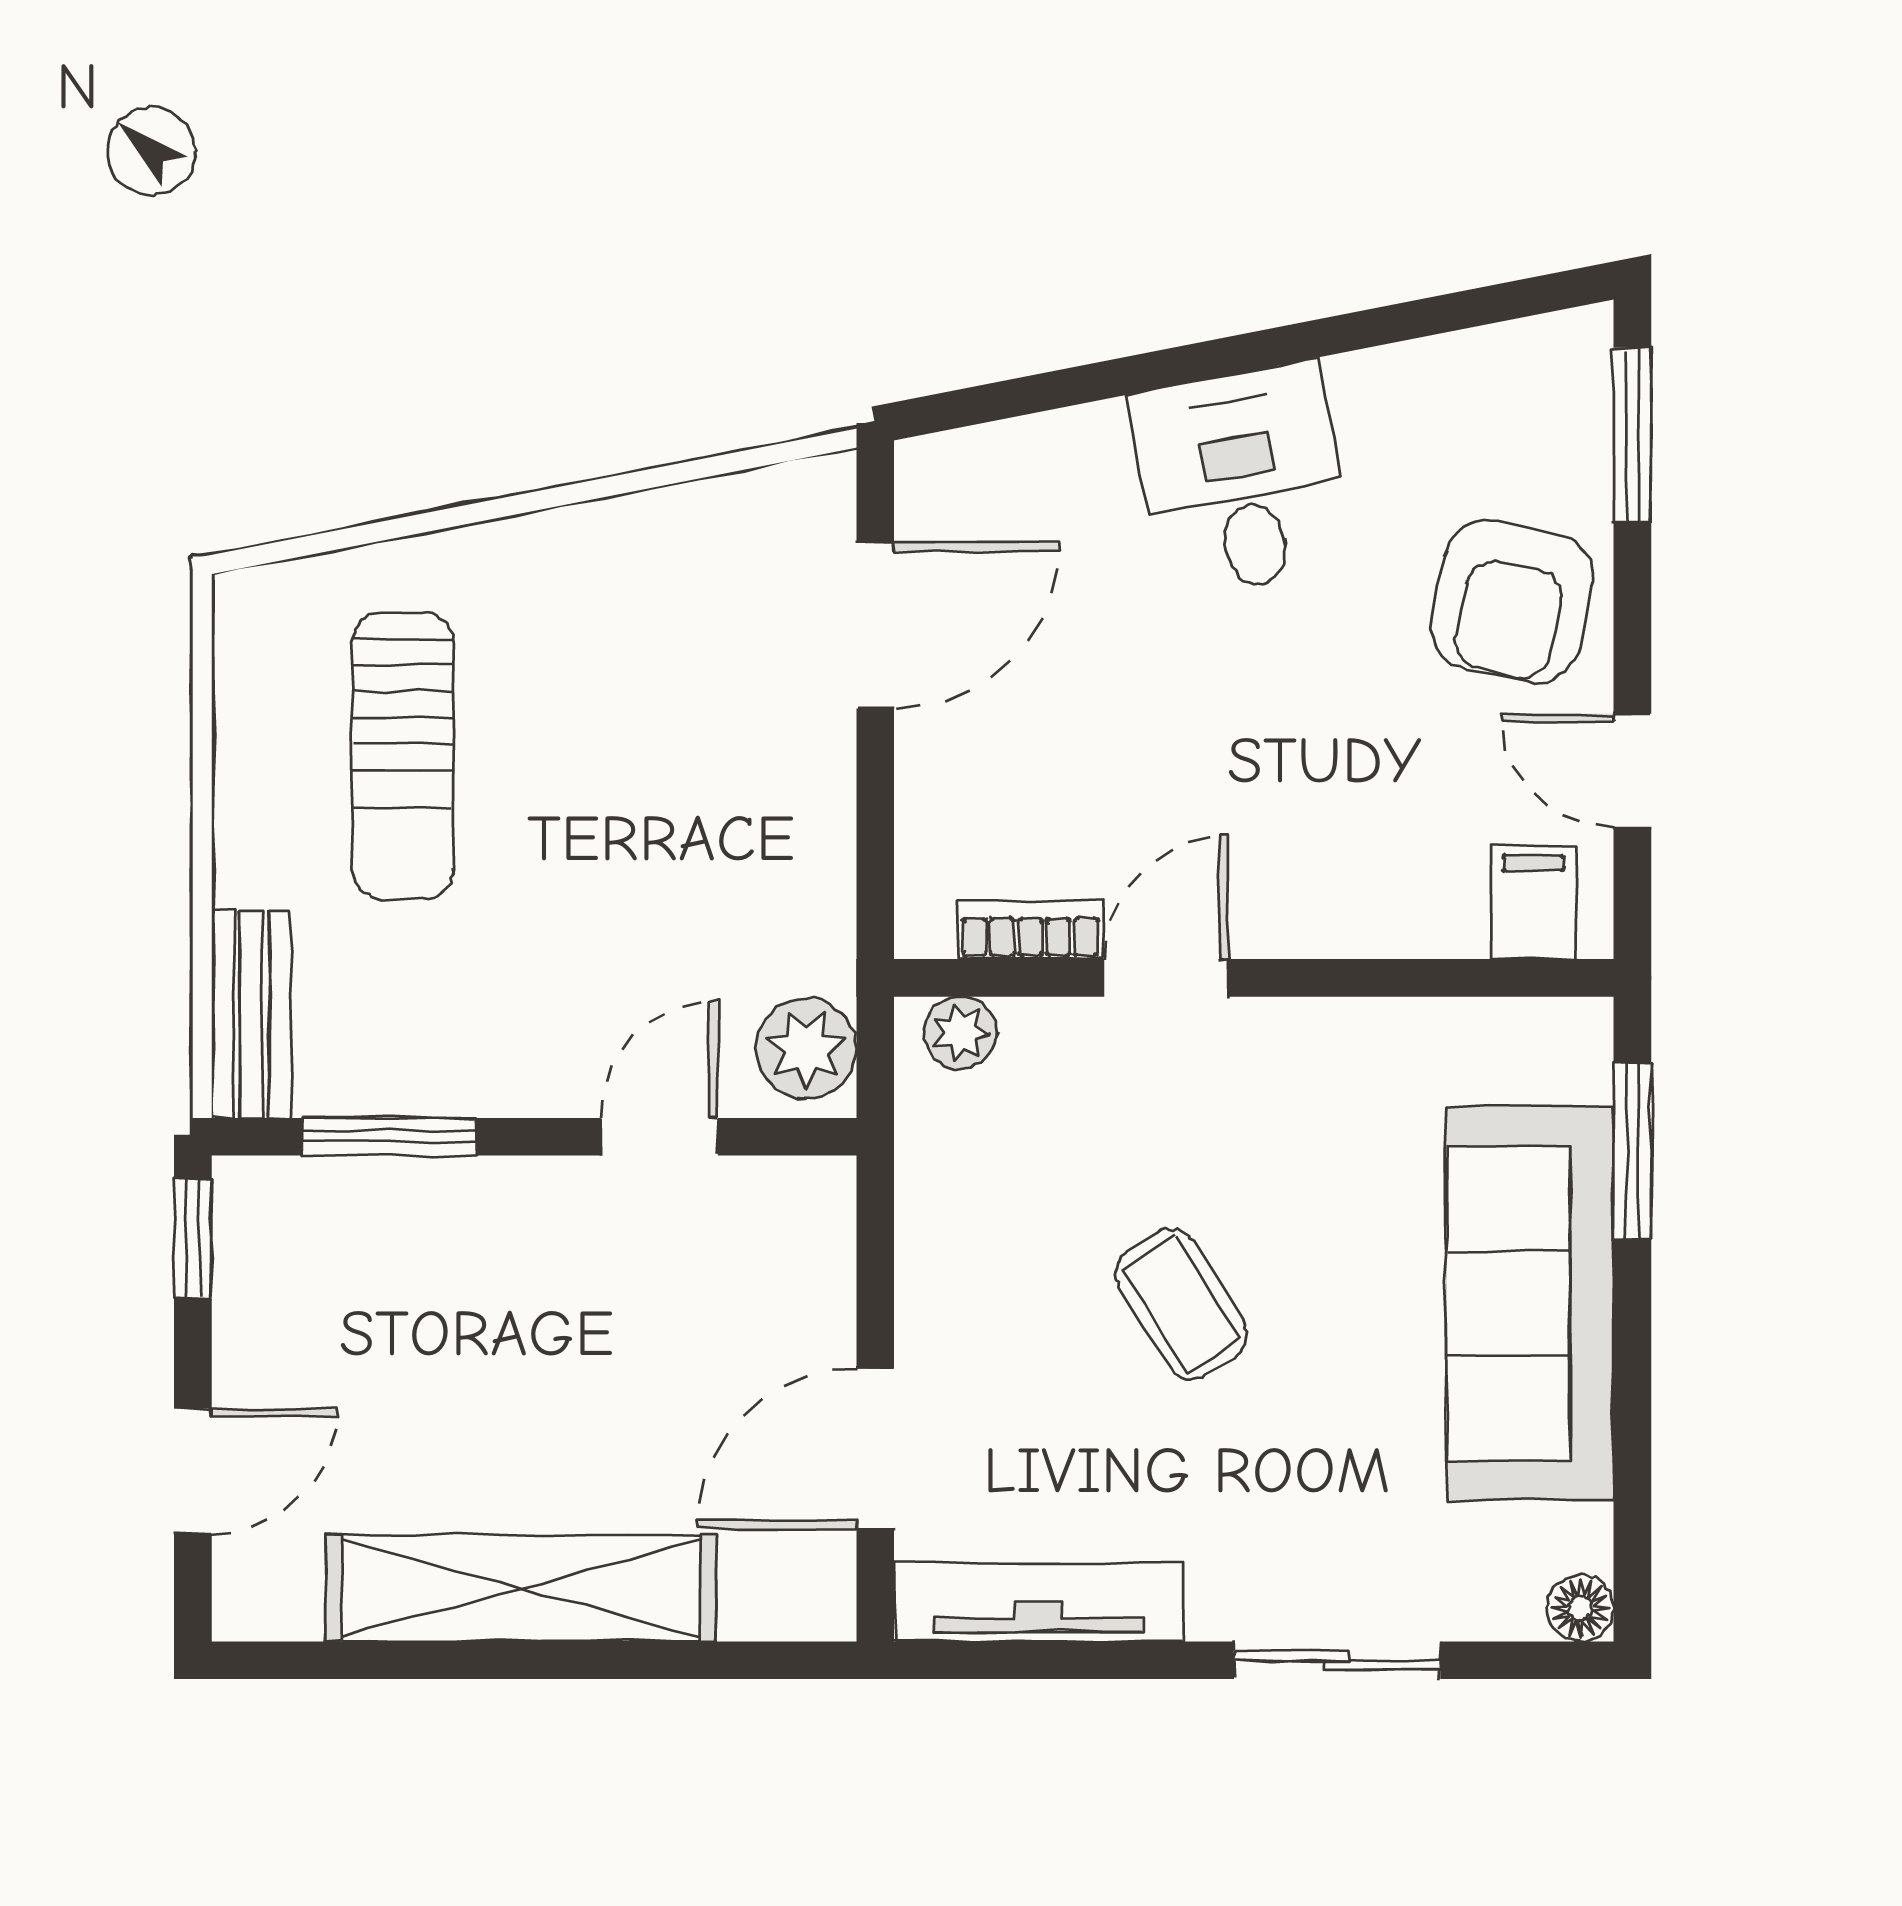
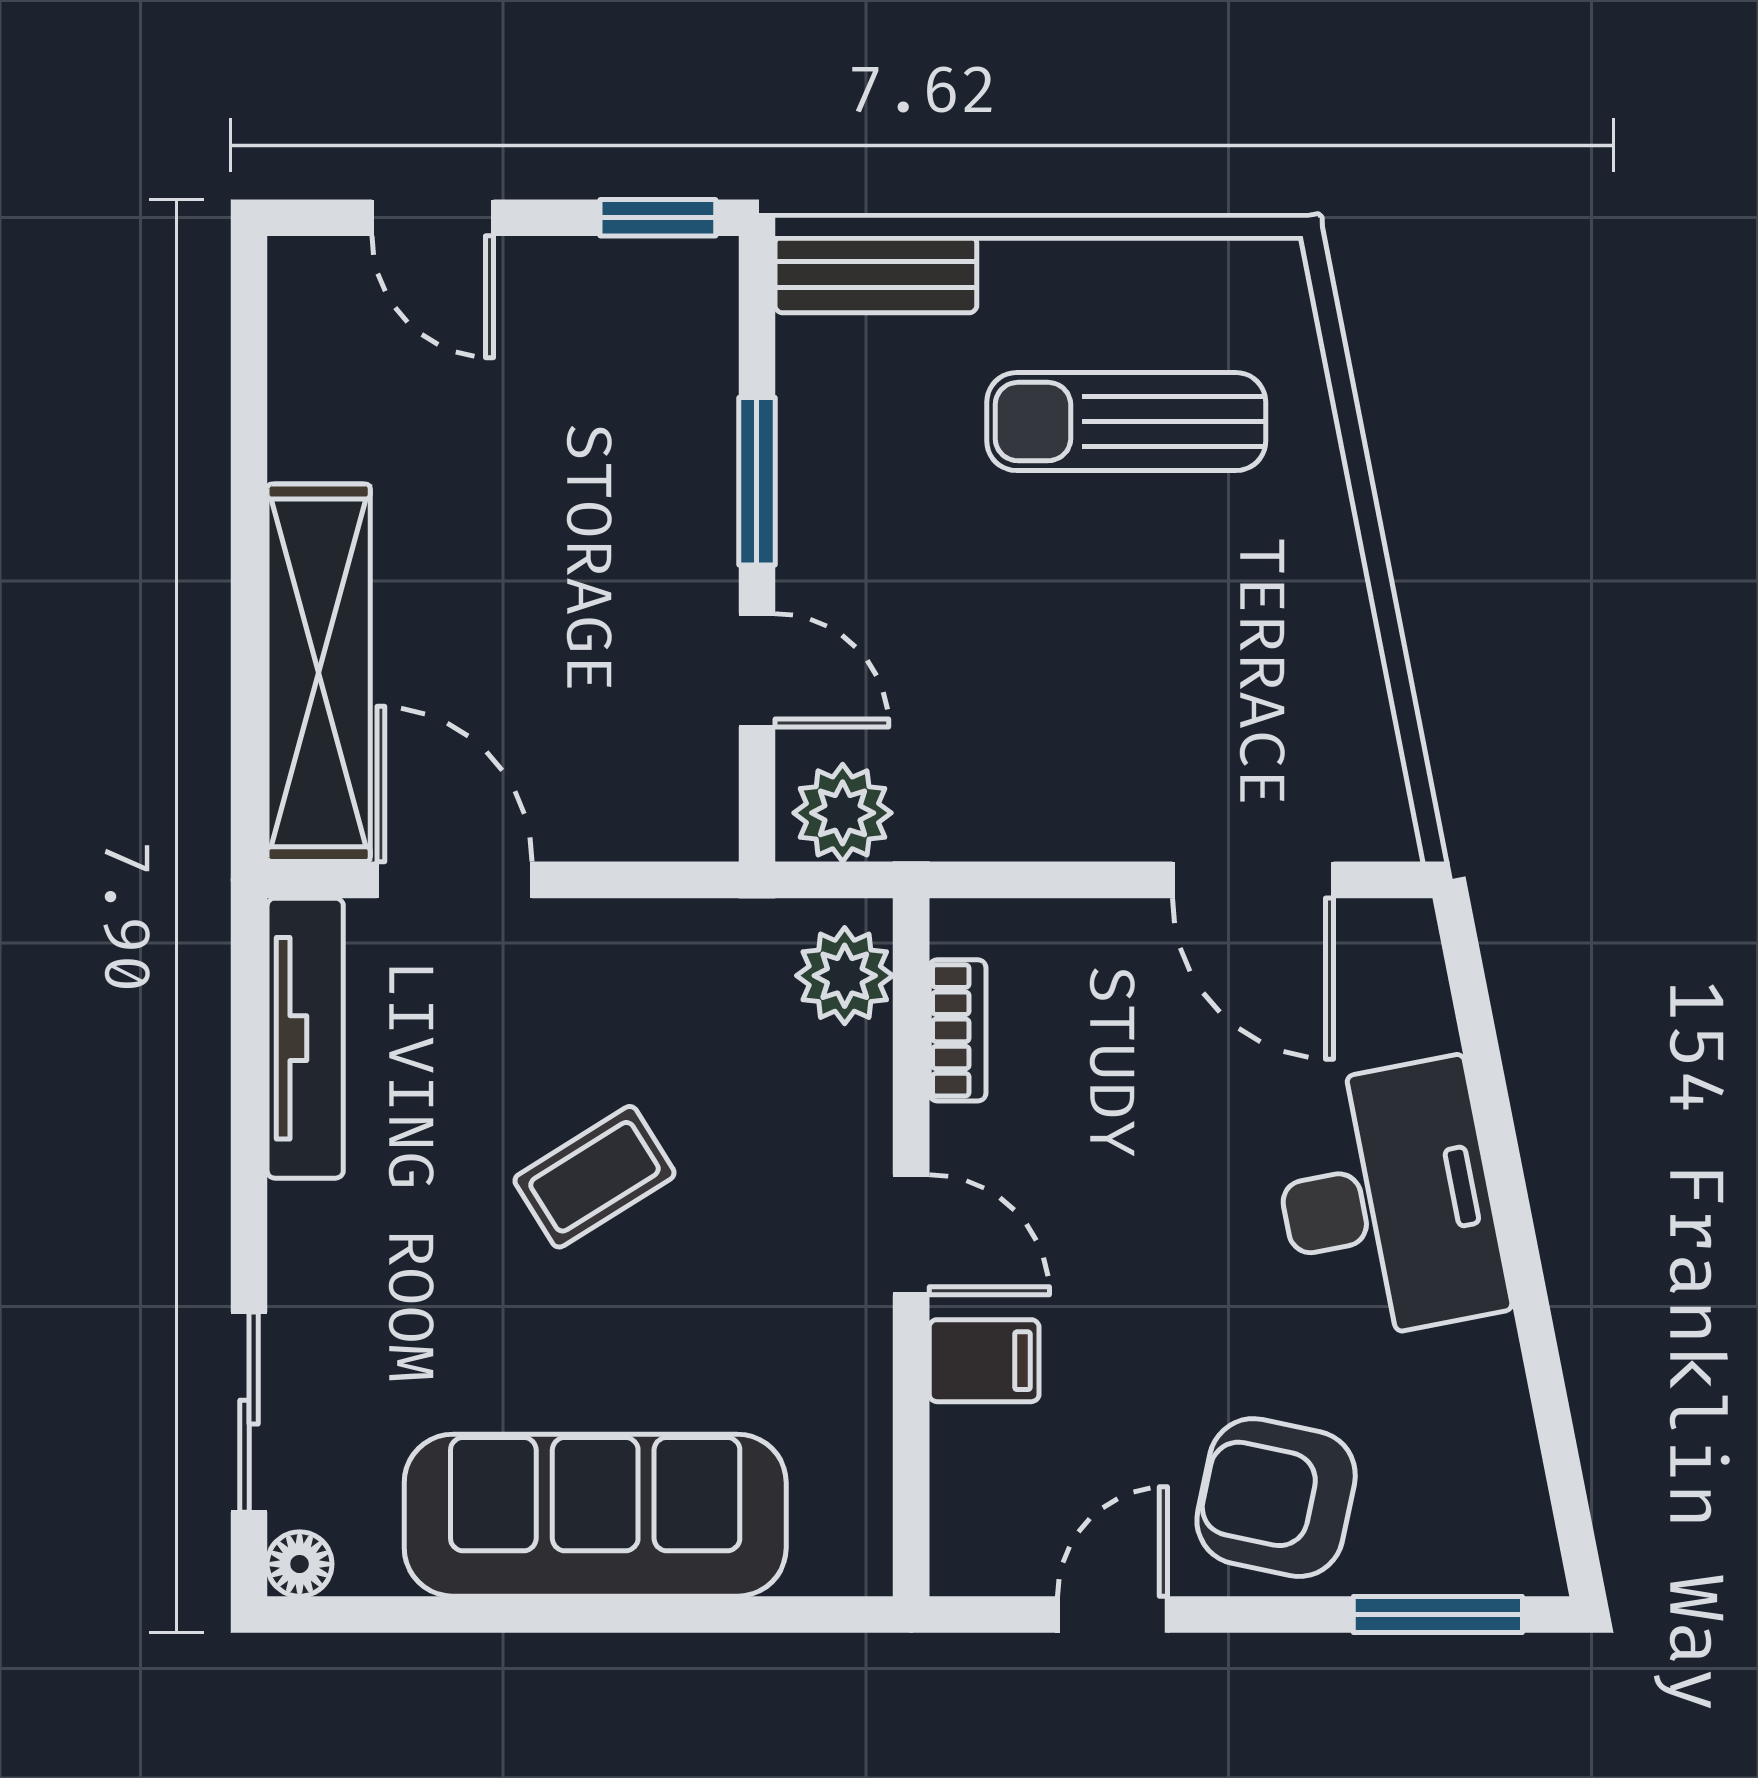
desk: (1242, 480) -> (1387, 1201), width x1.37
filing cabinet: (1533, 903) -> (984, 1361), moved
door: (1166, 978) -> (911, 1235), moved
plant: (960, 1033) -> (845, 976), width x1.38, depth x1.38
window: (390, 1137) -> (757, 481), moved
window: (1632, 1151) -> (743, 1614), removed
shelving: (521, 1588) -> (319, 673), moved
sliding door: (1337, 1660) -> (249, 1412), moved

